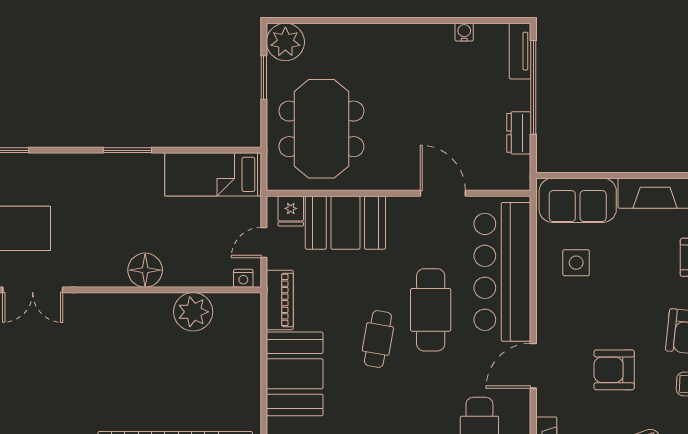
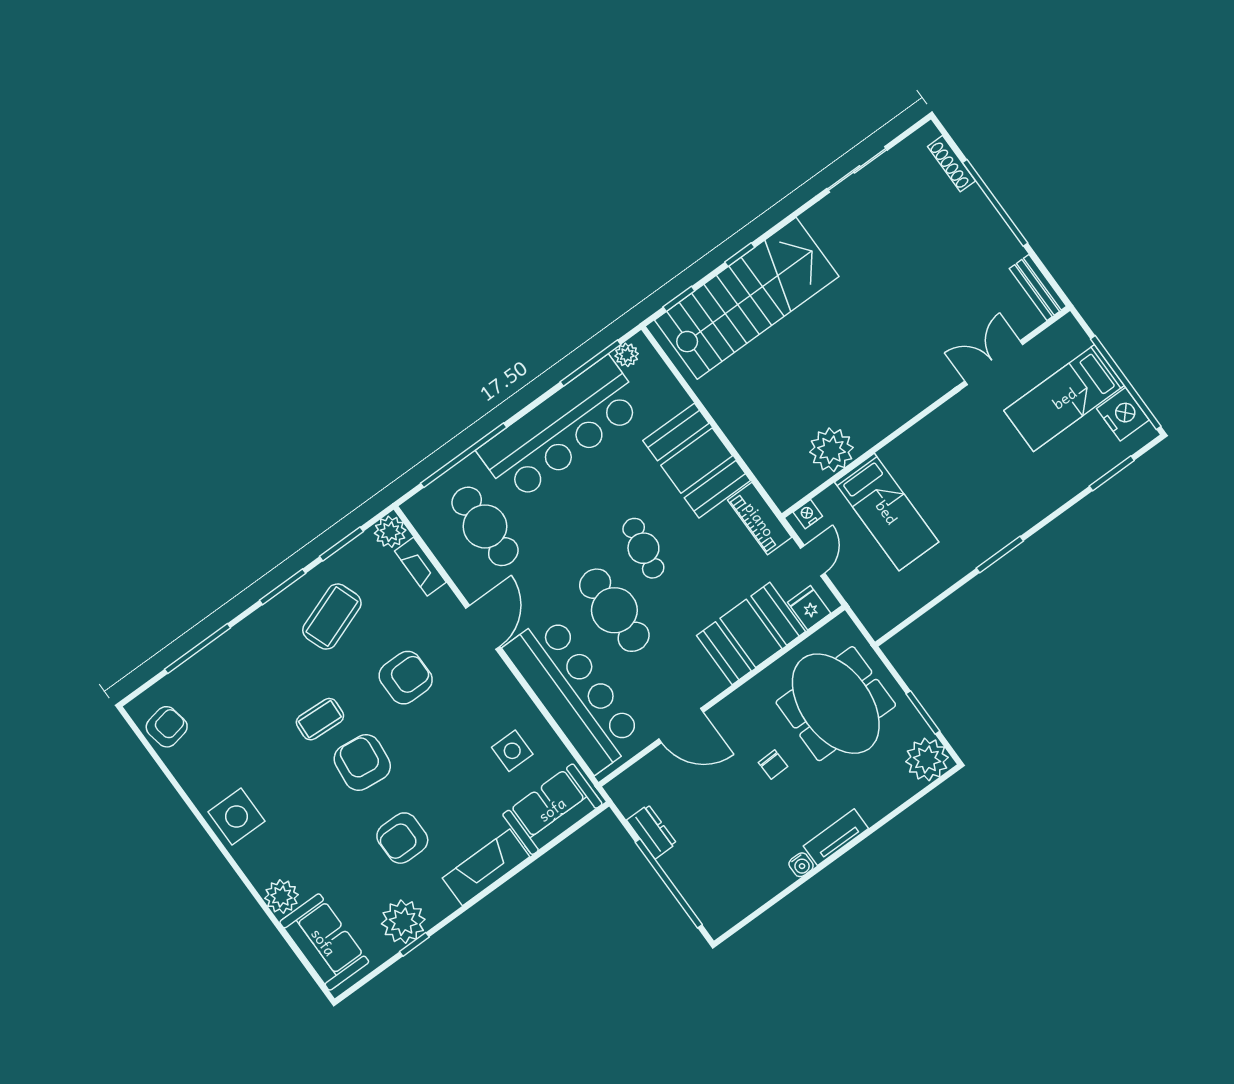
water cooler: (464, 32) -> (801, 865), moved
tv unit: (520, 51) -> (836, 837), moved, turned -90
chair: (398, 118) -> (773, 765), added
bed: (213, 174) -> (887, 512), moved, turned 90
floor lamp: (145, 270) -> (903, 456), removed

